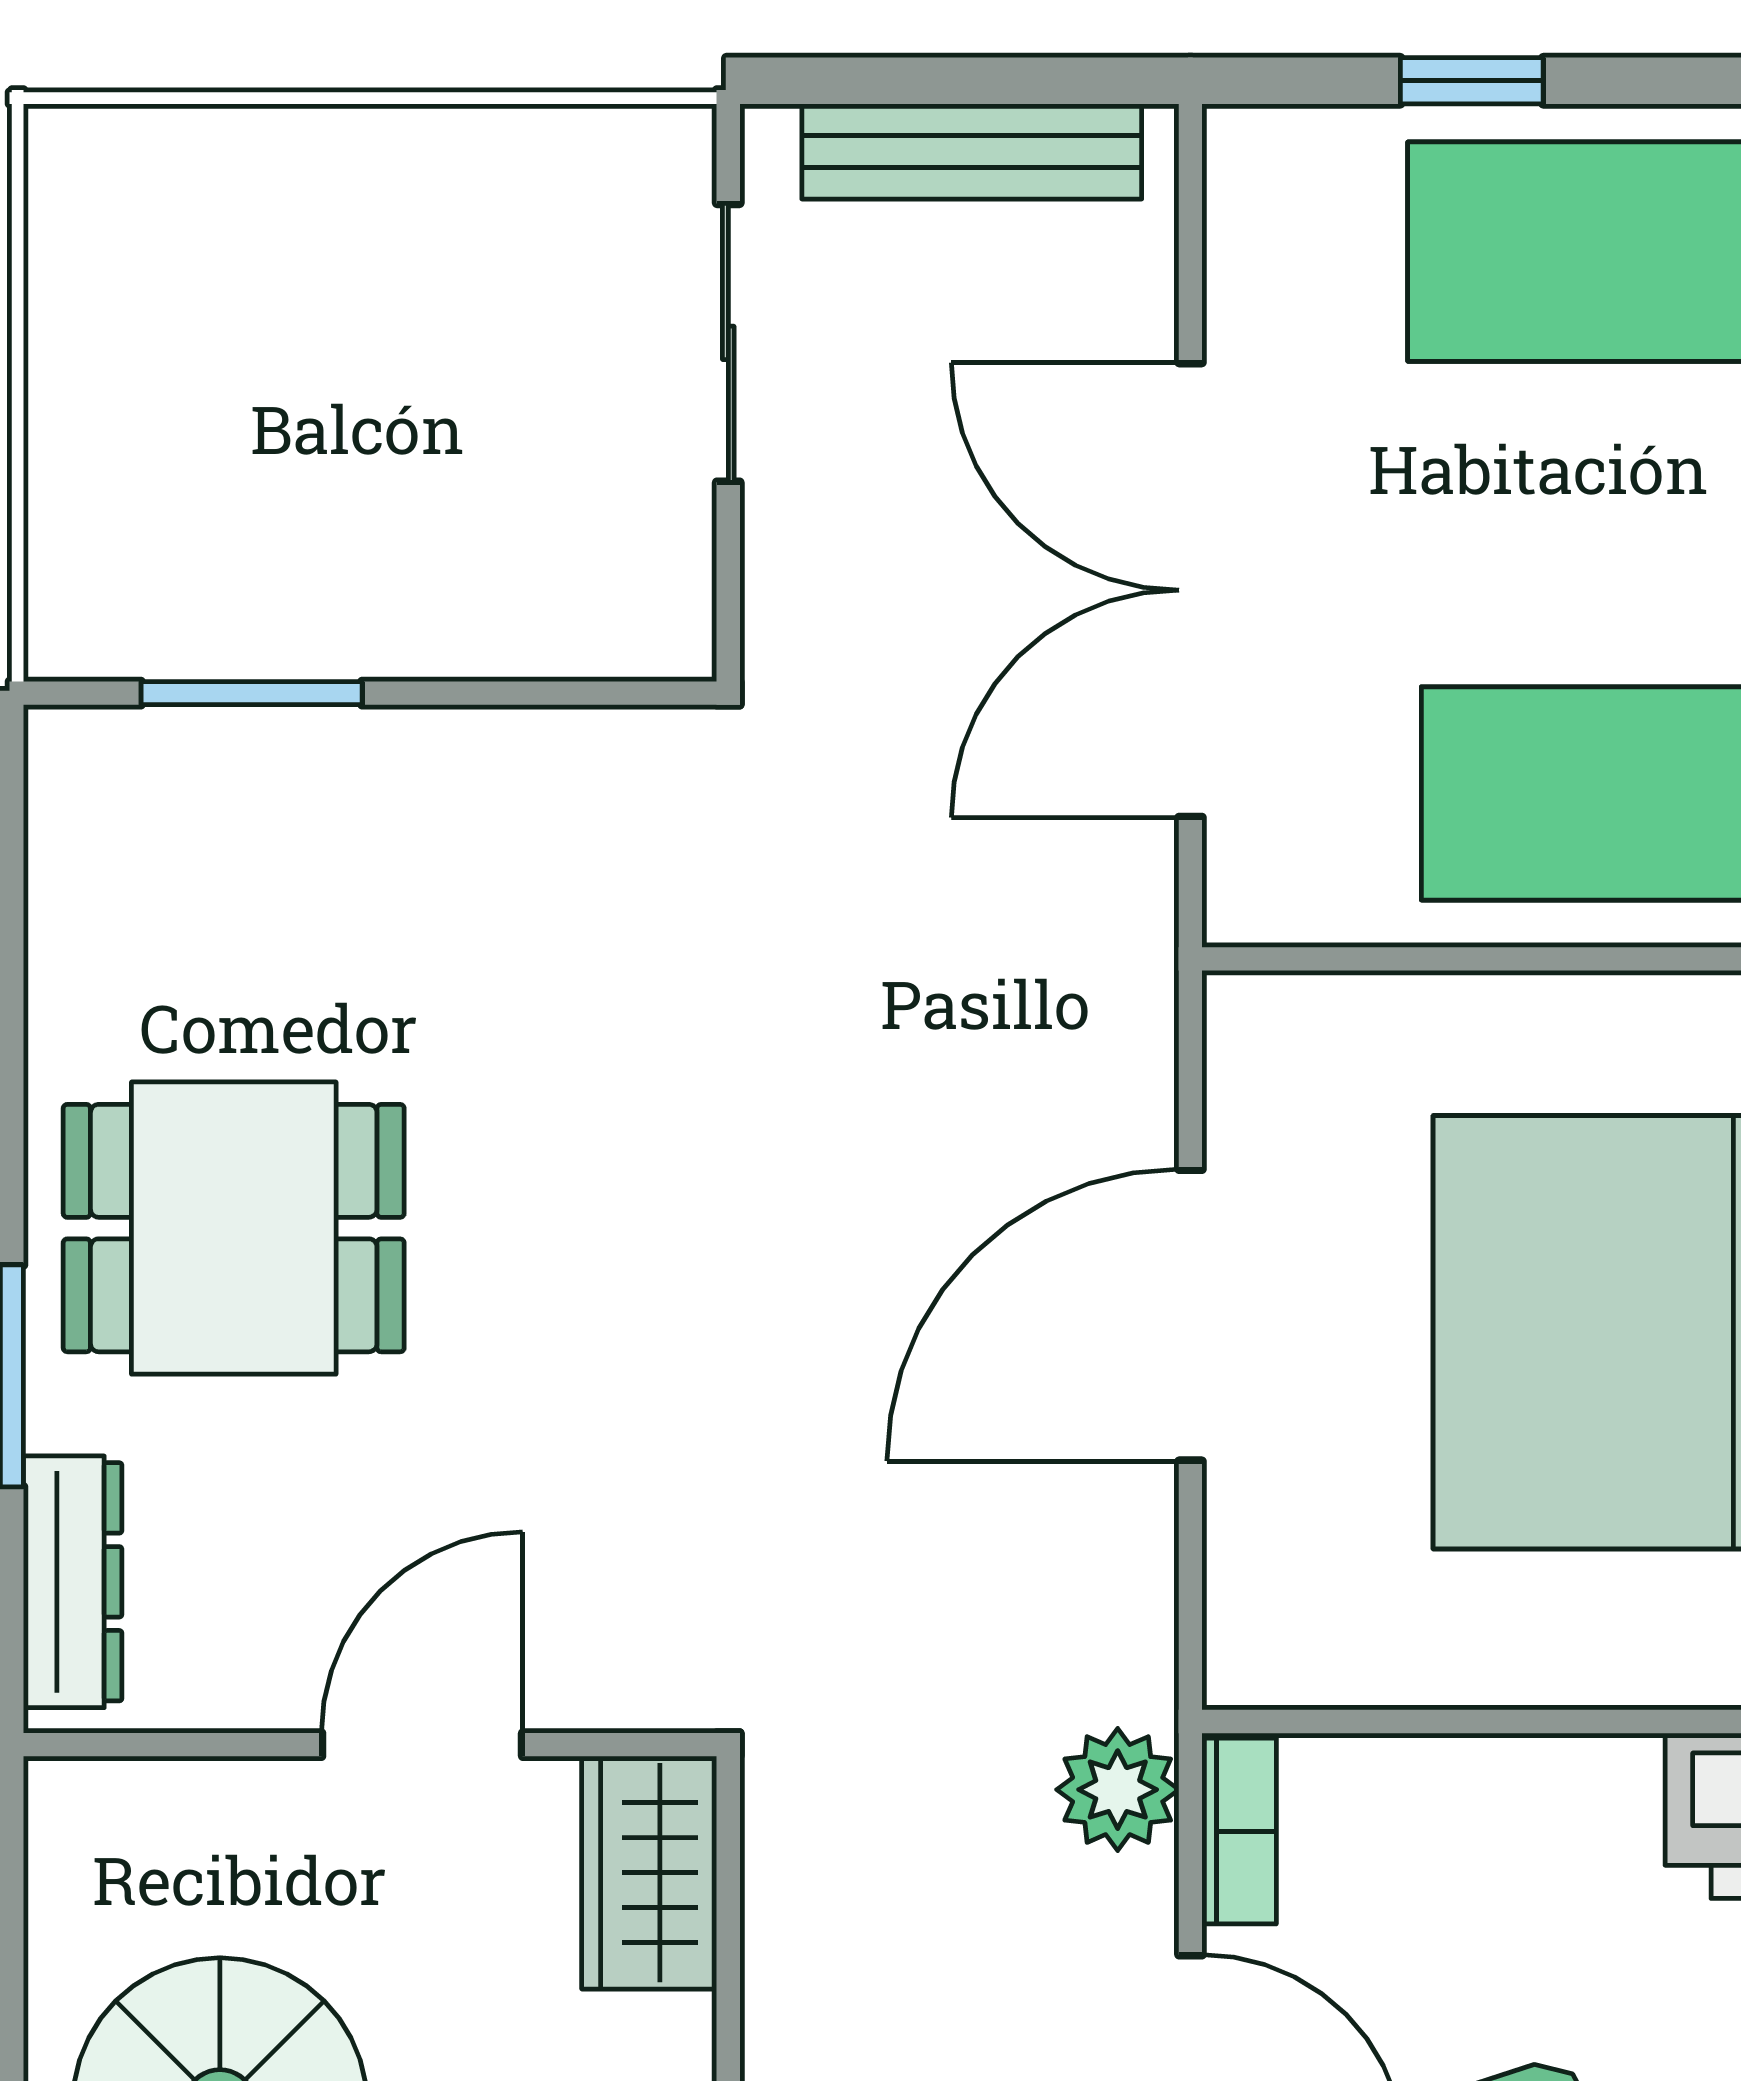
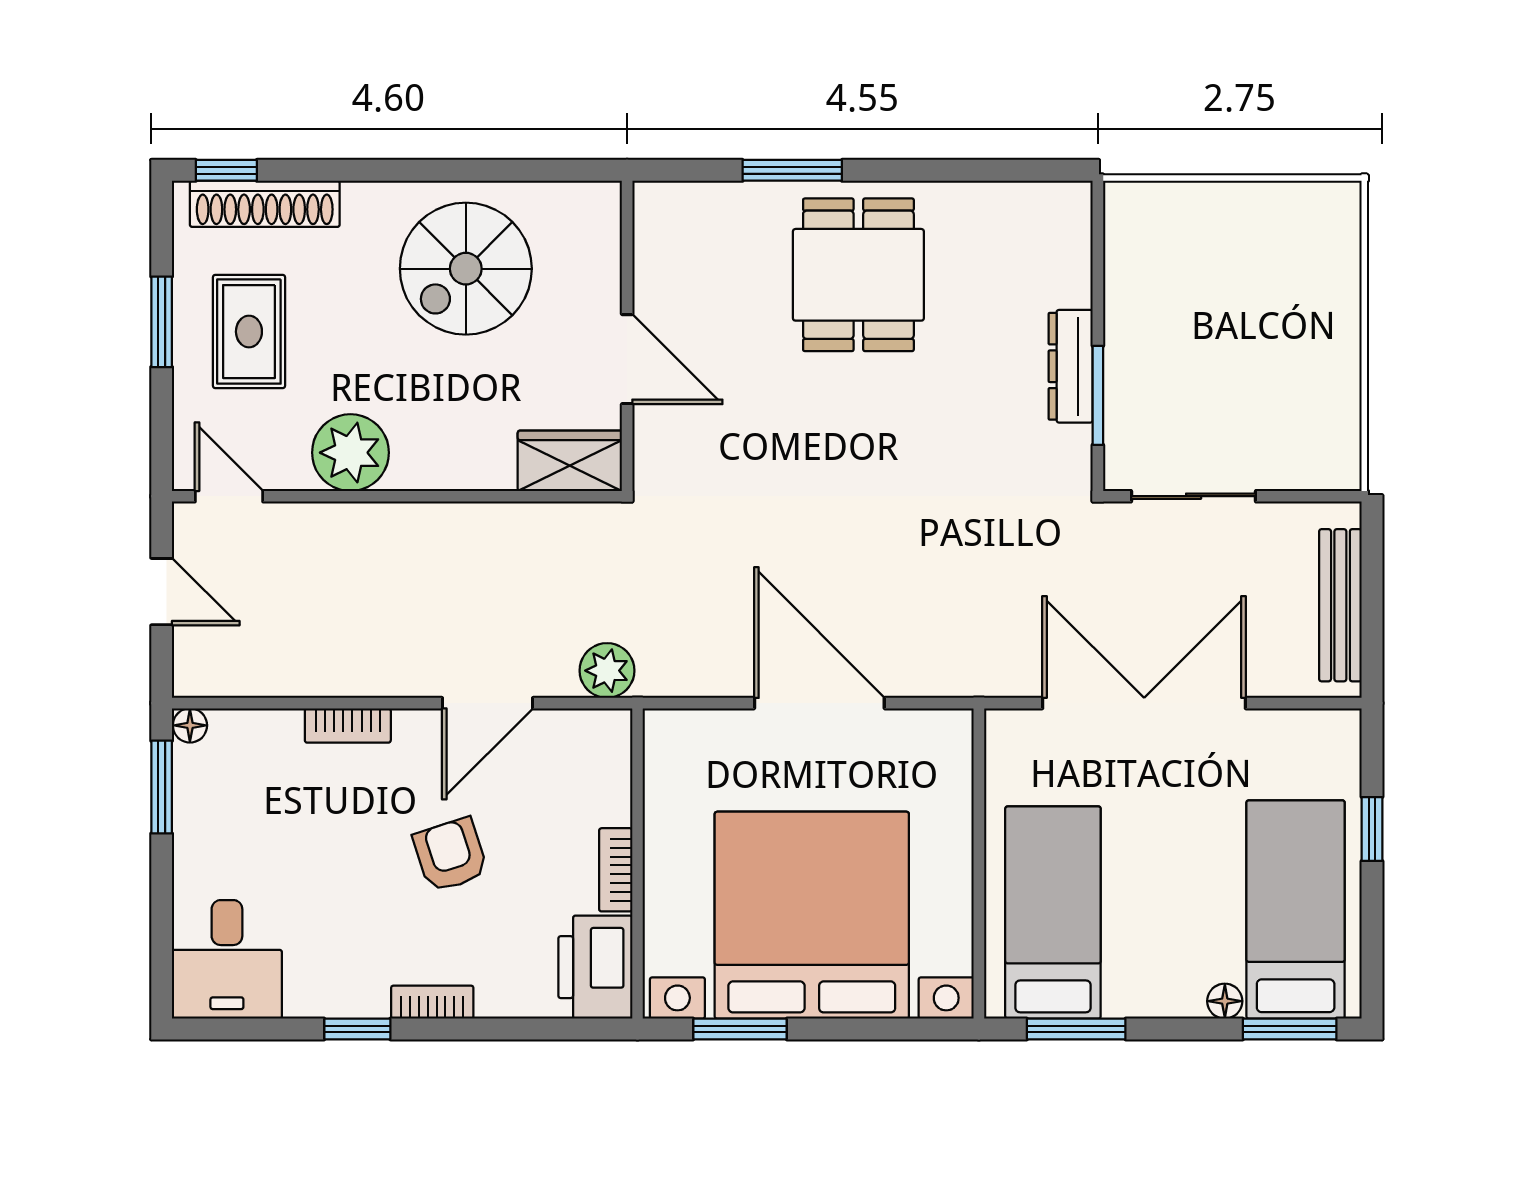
sliding door: (728, 343) -> (1194, 496), moved
window: (252, 693) -> (1098, 395), moved
dresser: (73, 1582) -> (1071, 366), moved, turned 90
bookcase: (1239, 1831) -> (616, 870), moved, turned 90

